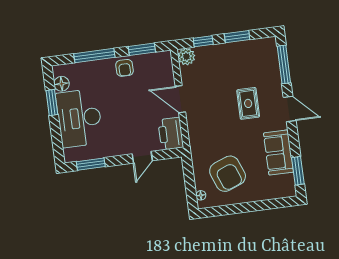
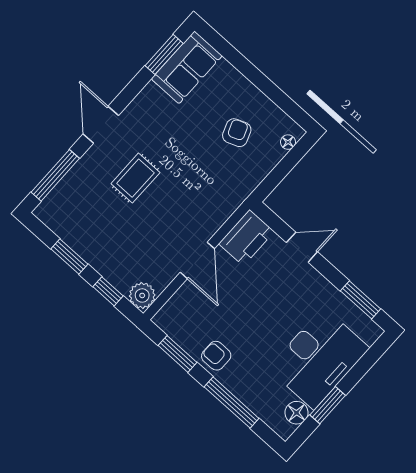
armchair: (124, 68) -> (216, 356), turned -90
sofa: (279, 153) -> (187, 67), moved
armchair: (228, 174) -> (237, 133), width x0.53, depth x0.53

